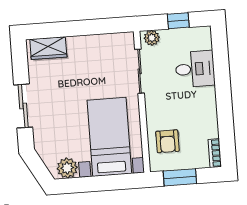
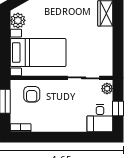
desk: (195, 69) -> (100, 118), moved
armchair: (167, 141) -> (32, 94), turned -90

